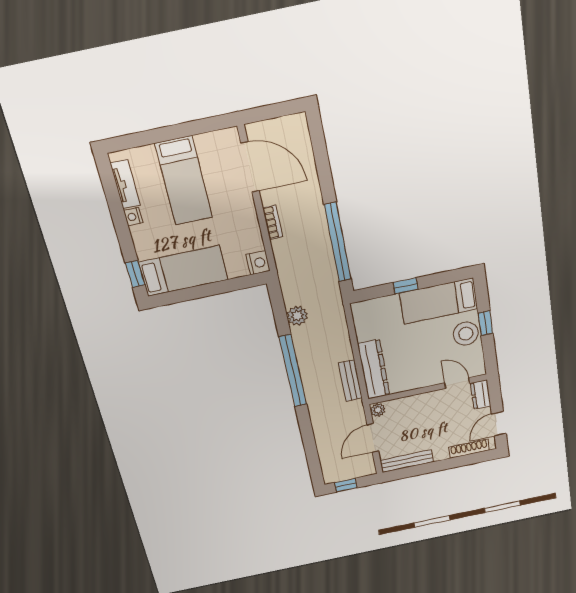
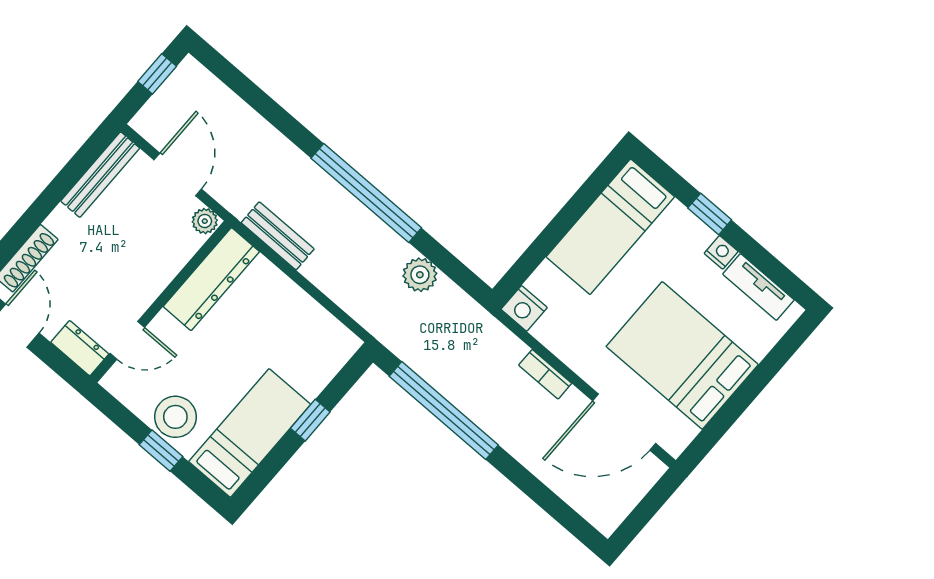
bed: (184, 181) -> (682, 355), width x1.50
window: (135, 274) -> (710, 214), moved
dresser: (374, 369) -> (211, 279), moved, turned -90

